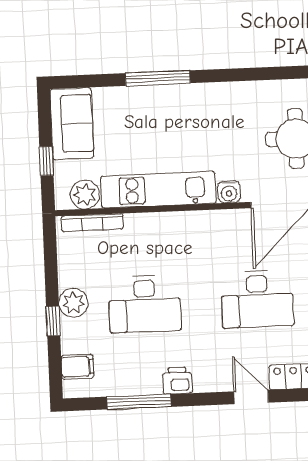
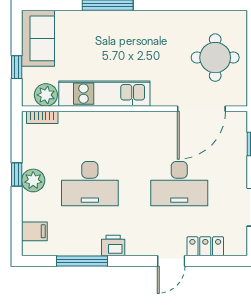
water cooler: (229, 192) -> (160, 98), removed
bookcase: (92, 223) -> (42, 117), width x0.64
window: (53, 321) -> (17, 174), moved
door: (251, 397) -> (171, 261), swing flipped

